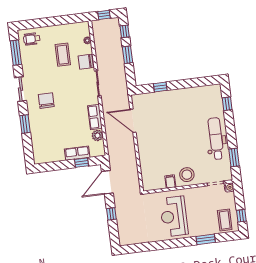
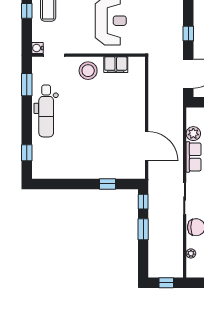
window: (125, 31) -> (143, 202), moved
filing cabinet: (170, 182) -> (116, 65), width x2.00

